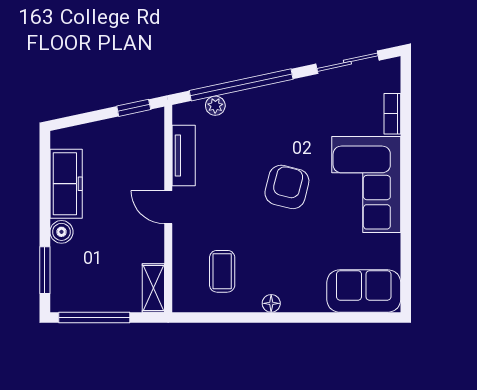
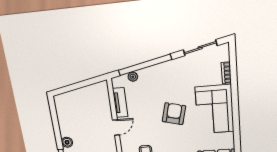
window: (134, 108) -> (92, 81), removed
freezer: (66, 184) -> (65, 120), removed
door: (168, 207) -> (116, 128), swing flipped

